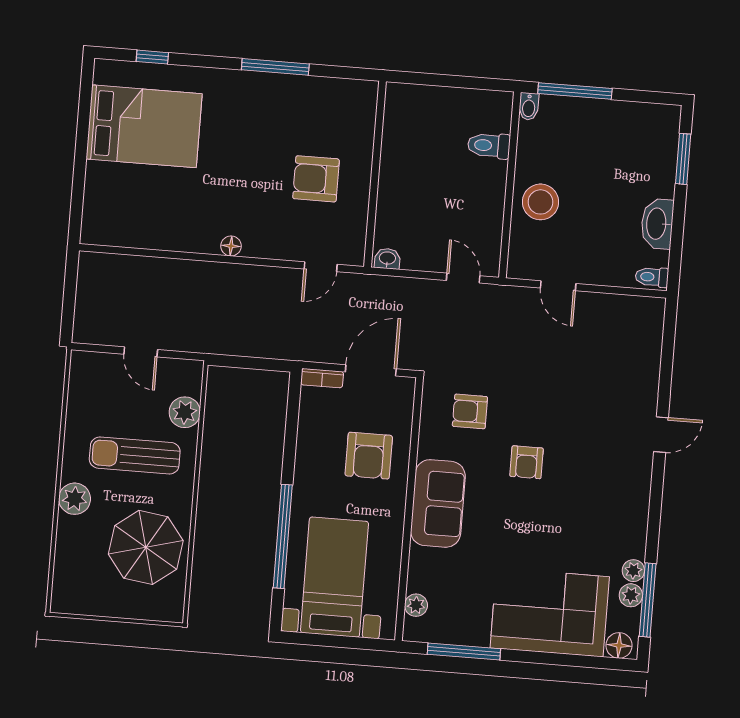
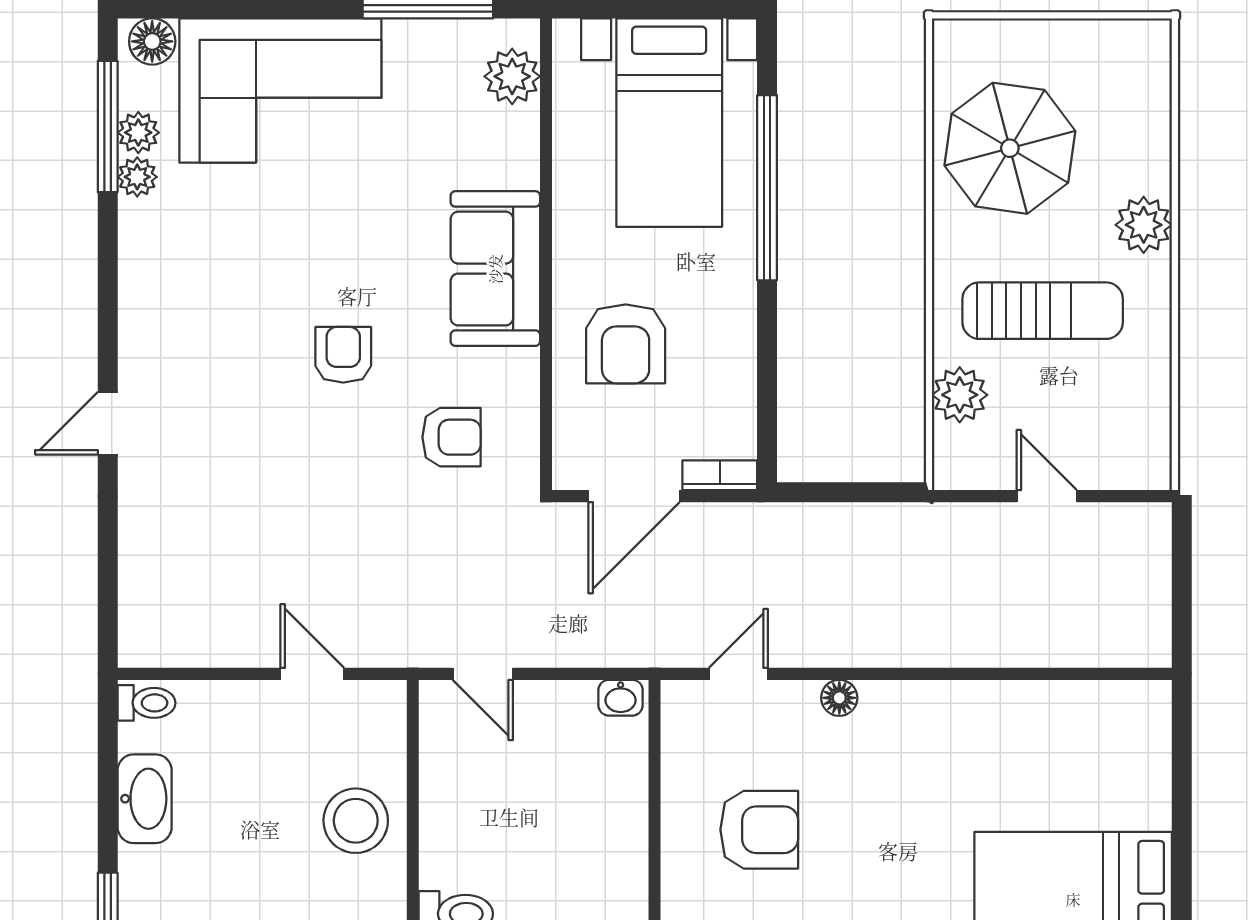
floor lamp: (231, 246) -> (839, 698), moved
armchair: (369, 456) -> (626, 344), turned 180
plant: (416, 605) -> (512, 76), width x1.38, depth x1.38

